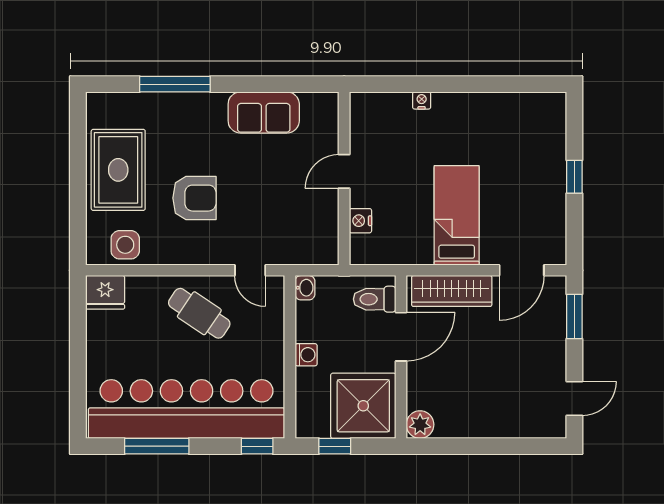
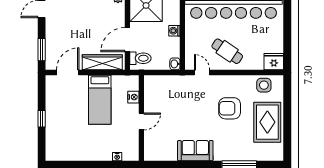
door: (344, 171) -> (141, 121), moved
wall: (344, 179) -> (141, 118), moved
nightstand: (360, 221) -> (133, 97), moved

